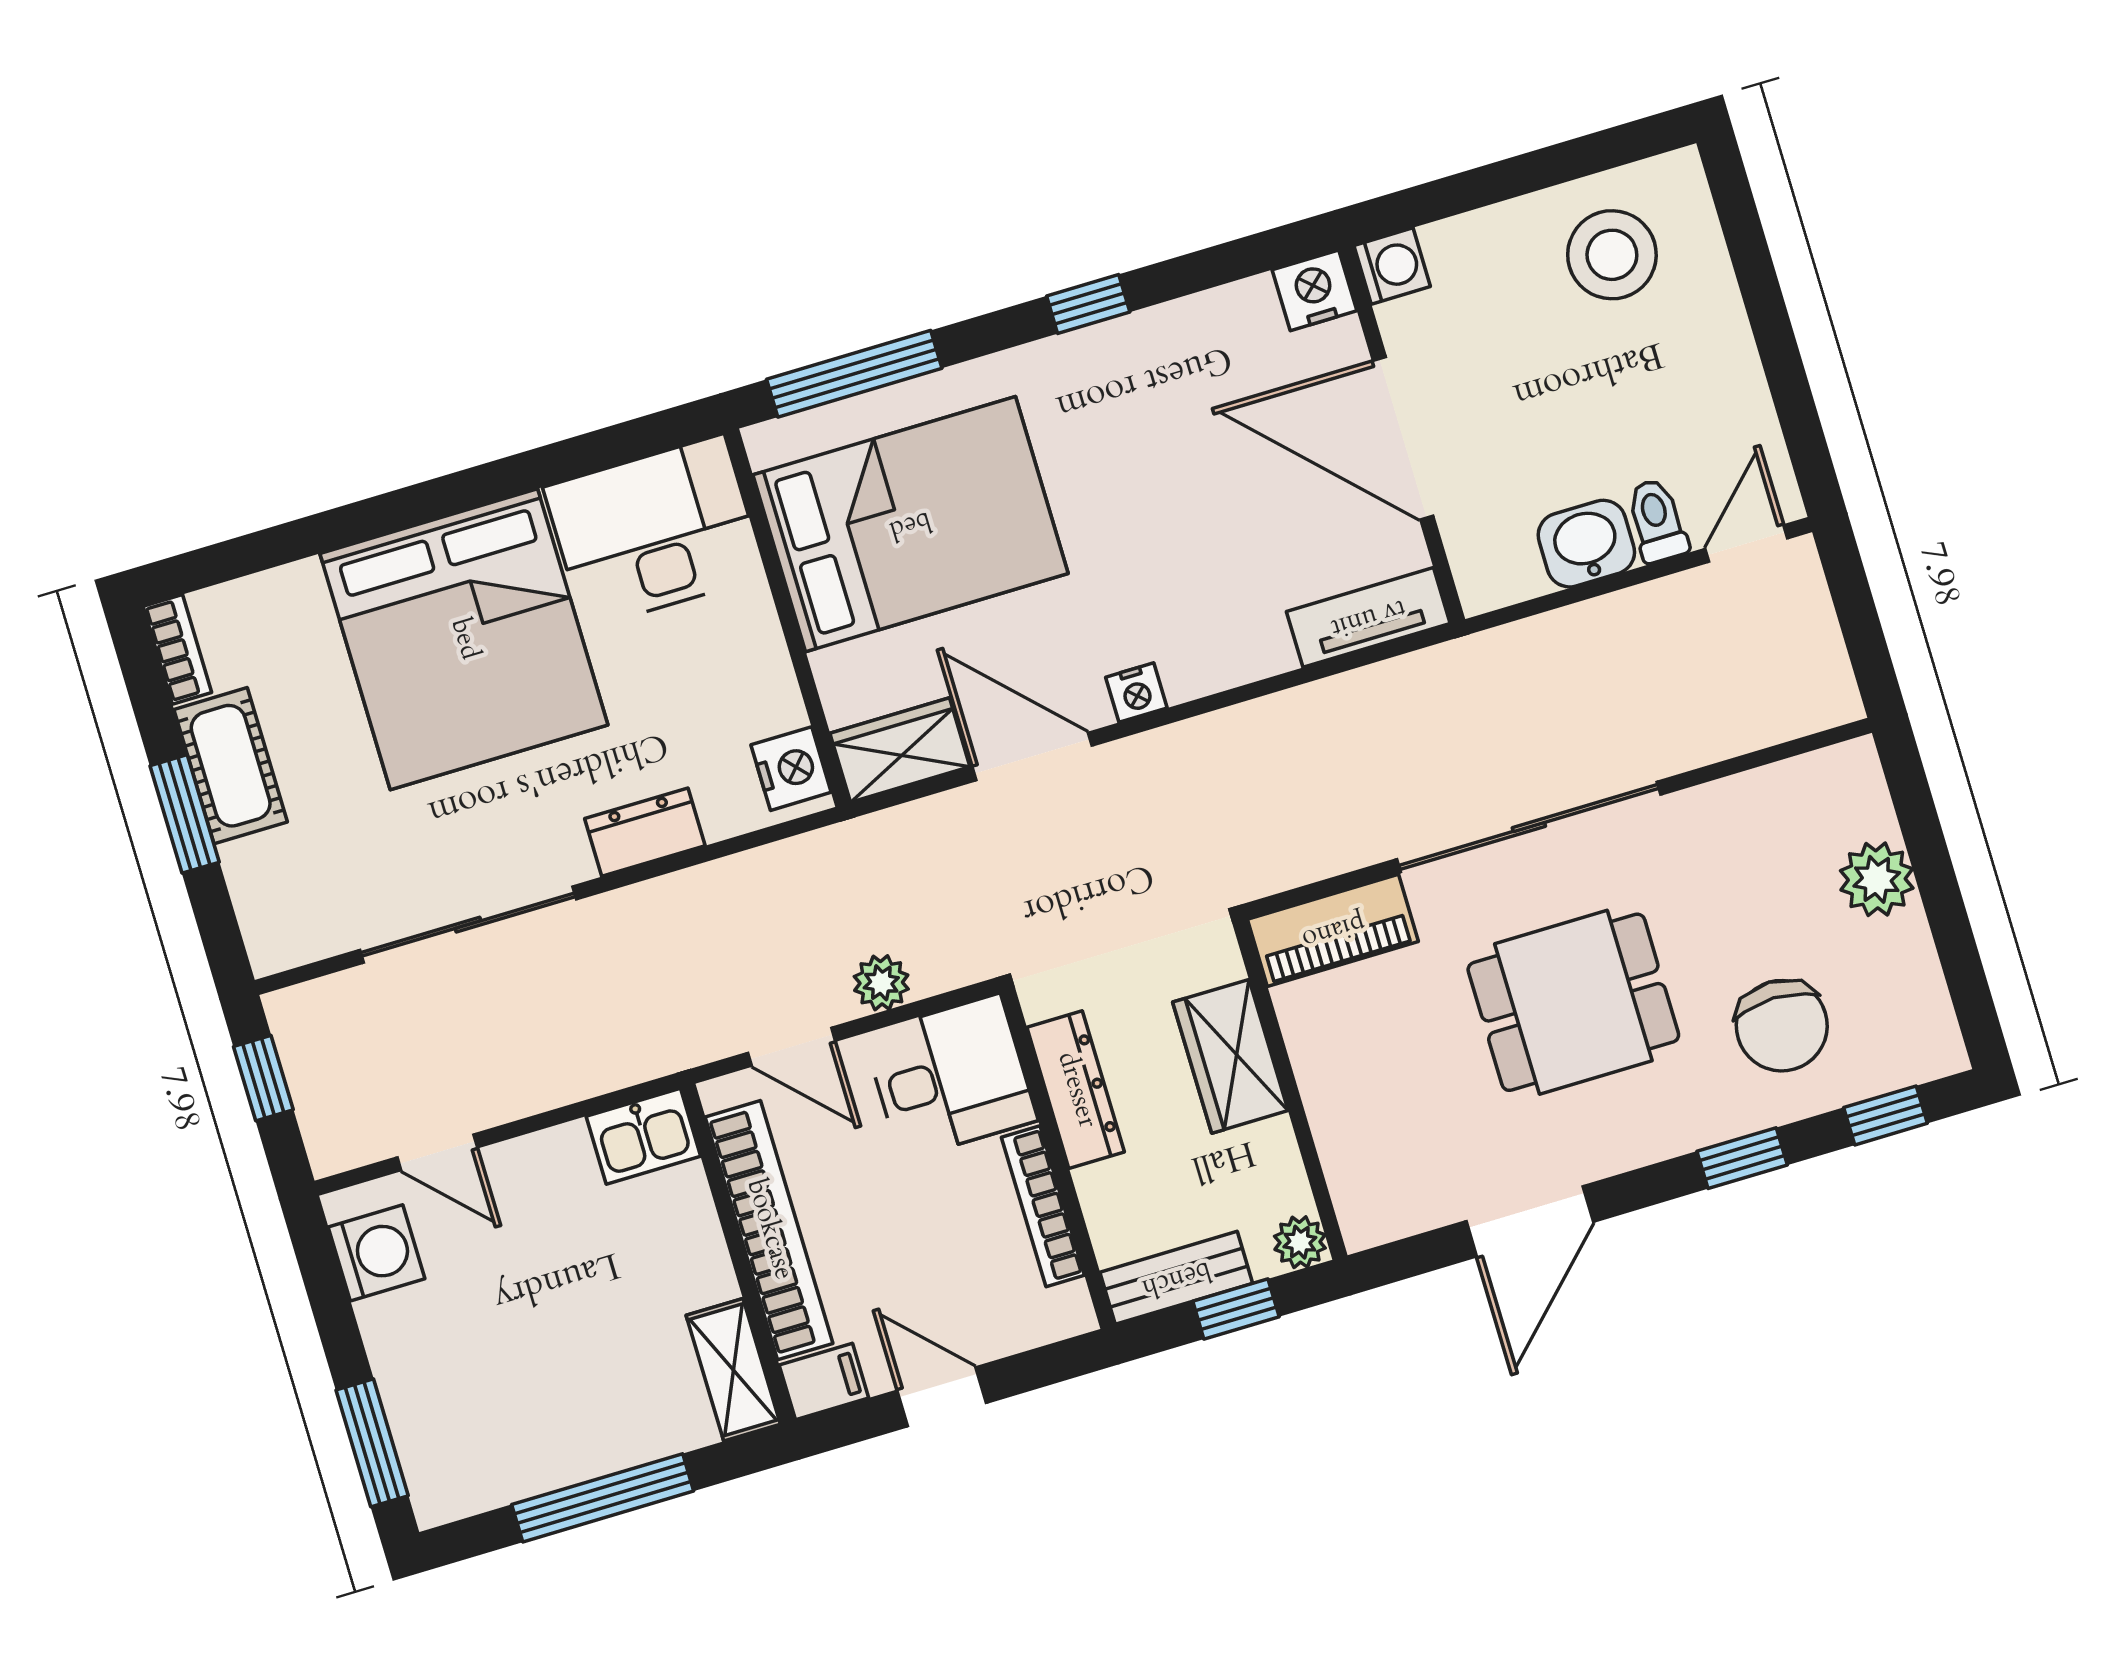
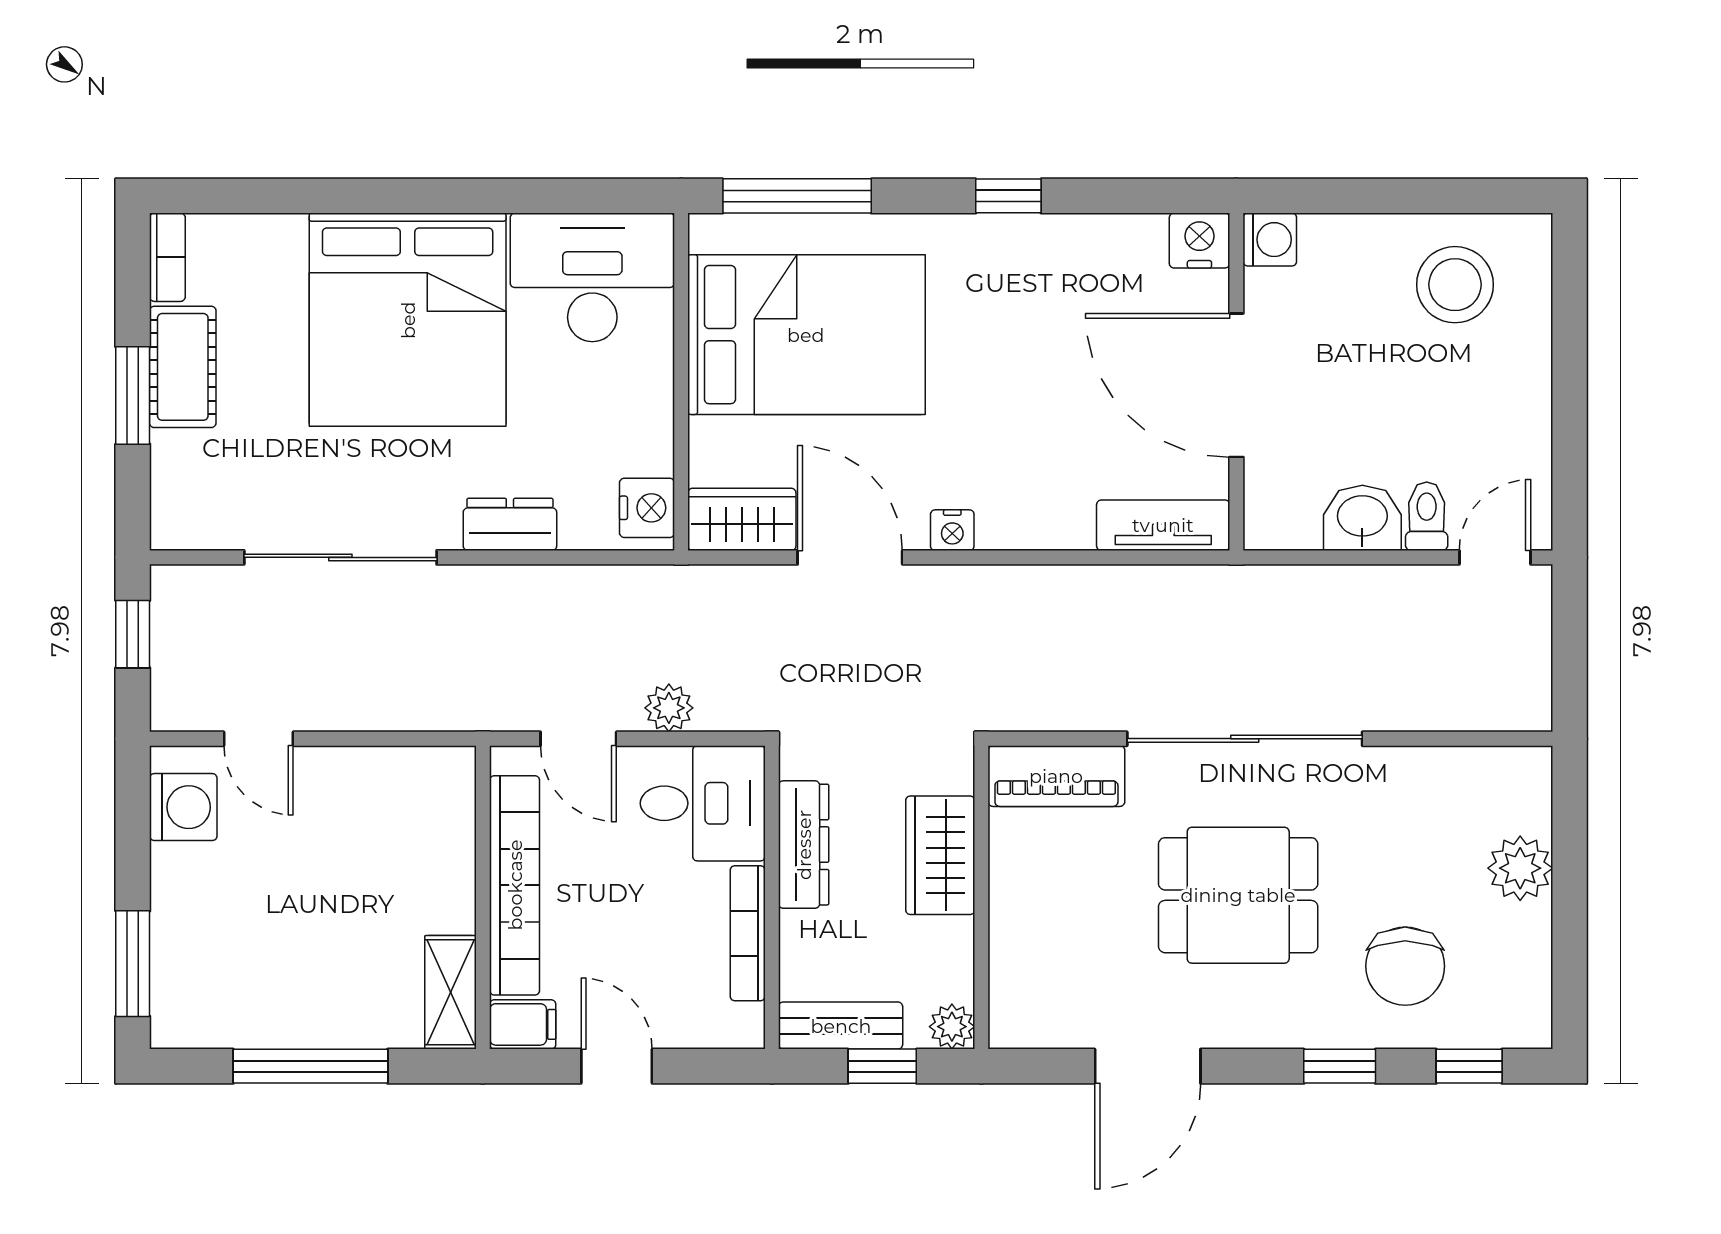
kitchen sink: (643, 1136) -> (434, 776), removed

